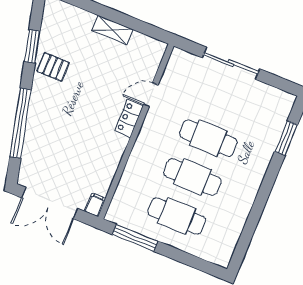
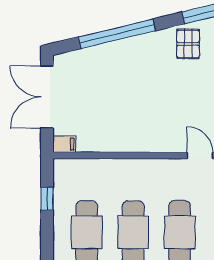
locker: (129, 118) -> (167, 143), removed
window: (135, 238) -> (47, 199), width x0.46

